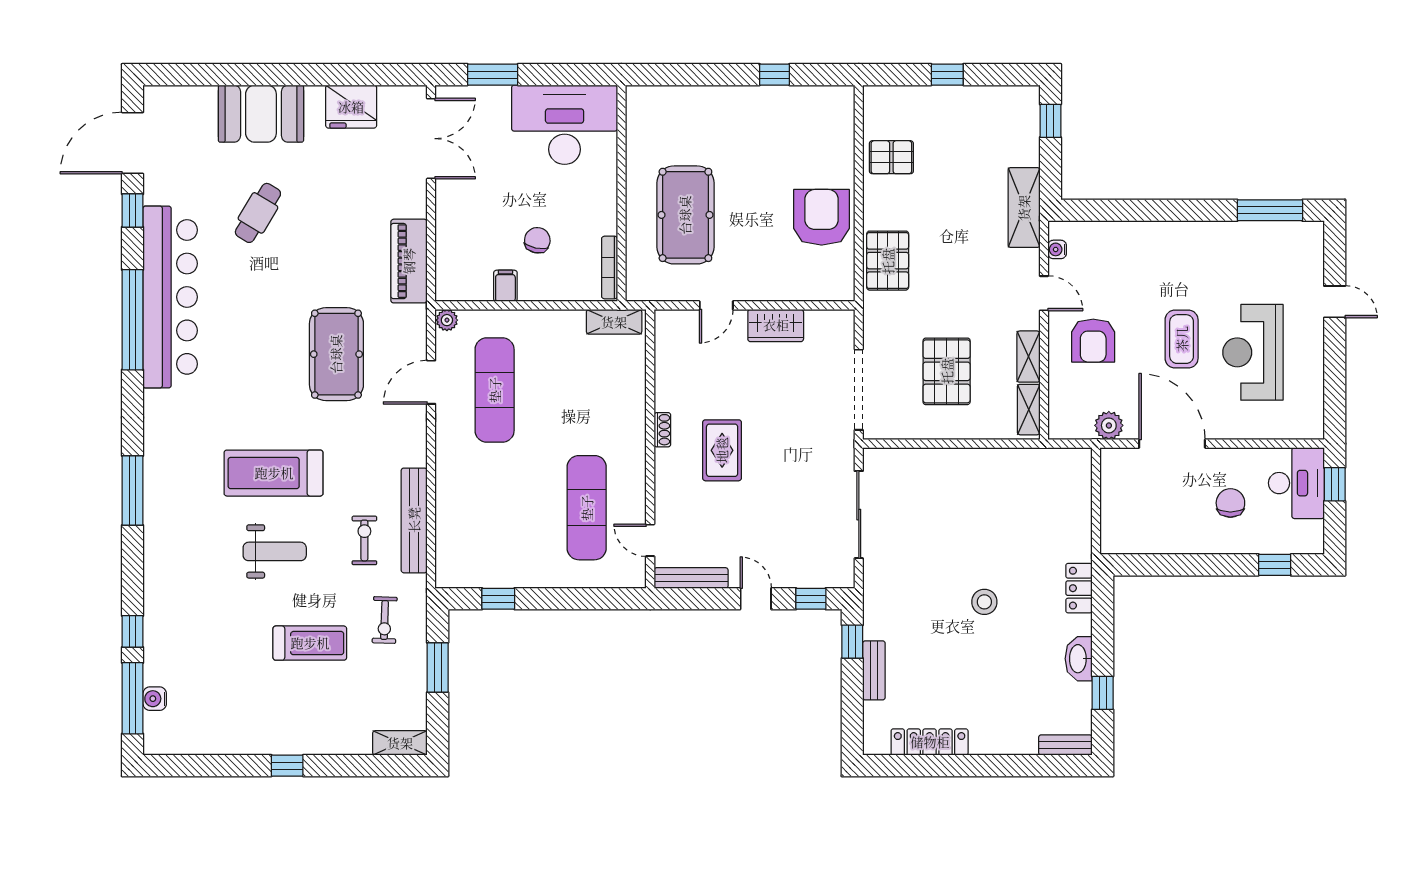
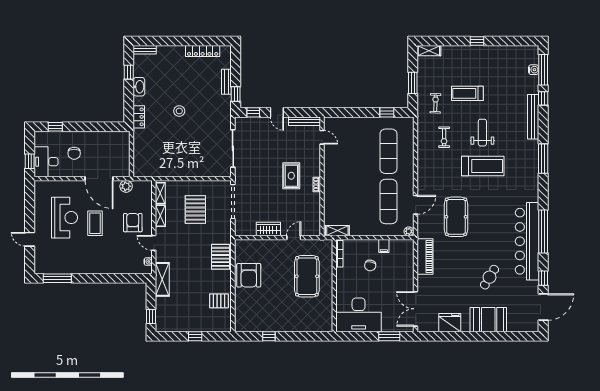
exercise mat: (587, 508) -> (388, 151), moved
bench: (414, 520) -> (533, 117), moved
weight bench: (275, 551) -> (482, 133), turned 90

